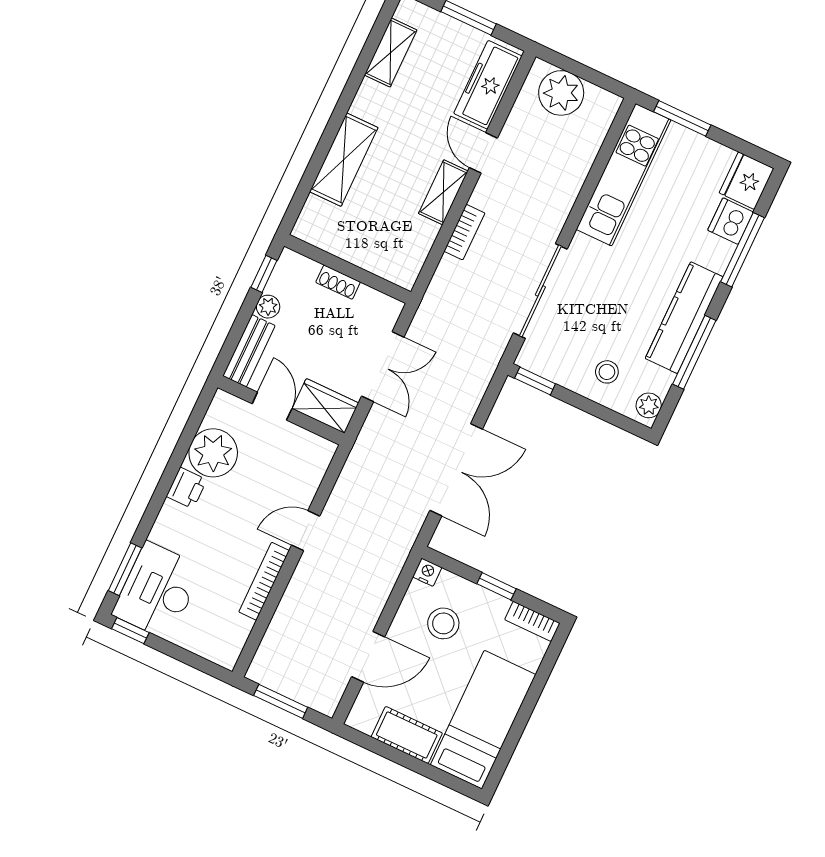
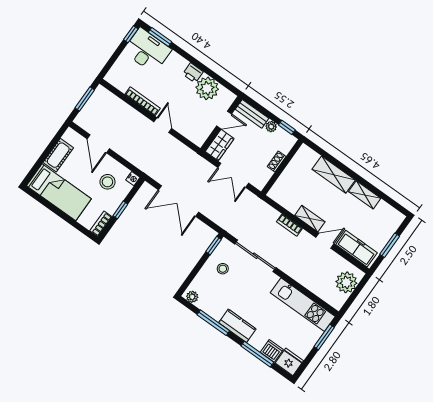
shelving: (391, 53) -> (365, 195), moved
kitchen counter: (684, 318) -> (237, 326), width x0.67
stool: (607, 372) -> (223, 269), moved

